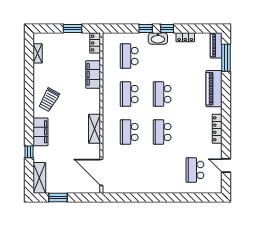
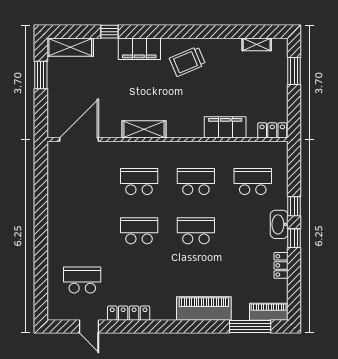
window: (72, 28) -> (294, 71), moved
trolley: (49, 100) -> (187, 61), turned -52
locker: (217, 129) -> (129, 313), moved
door: (226, 165) -> (89, 326), swing flipped

